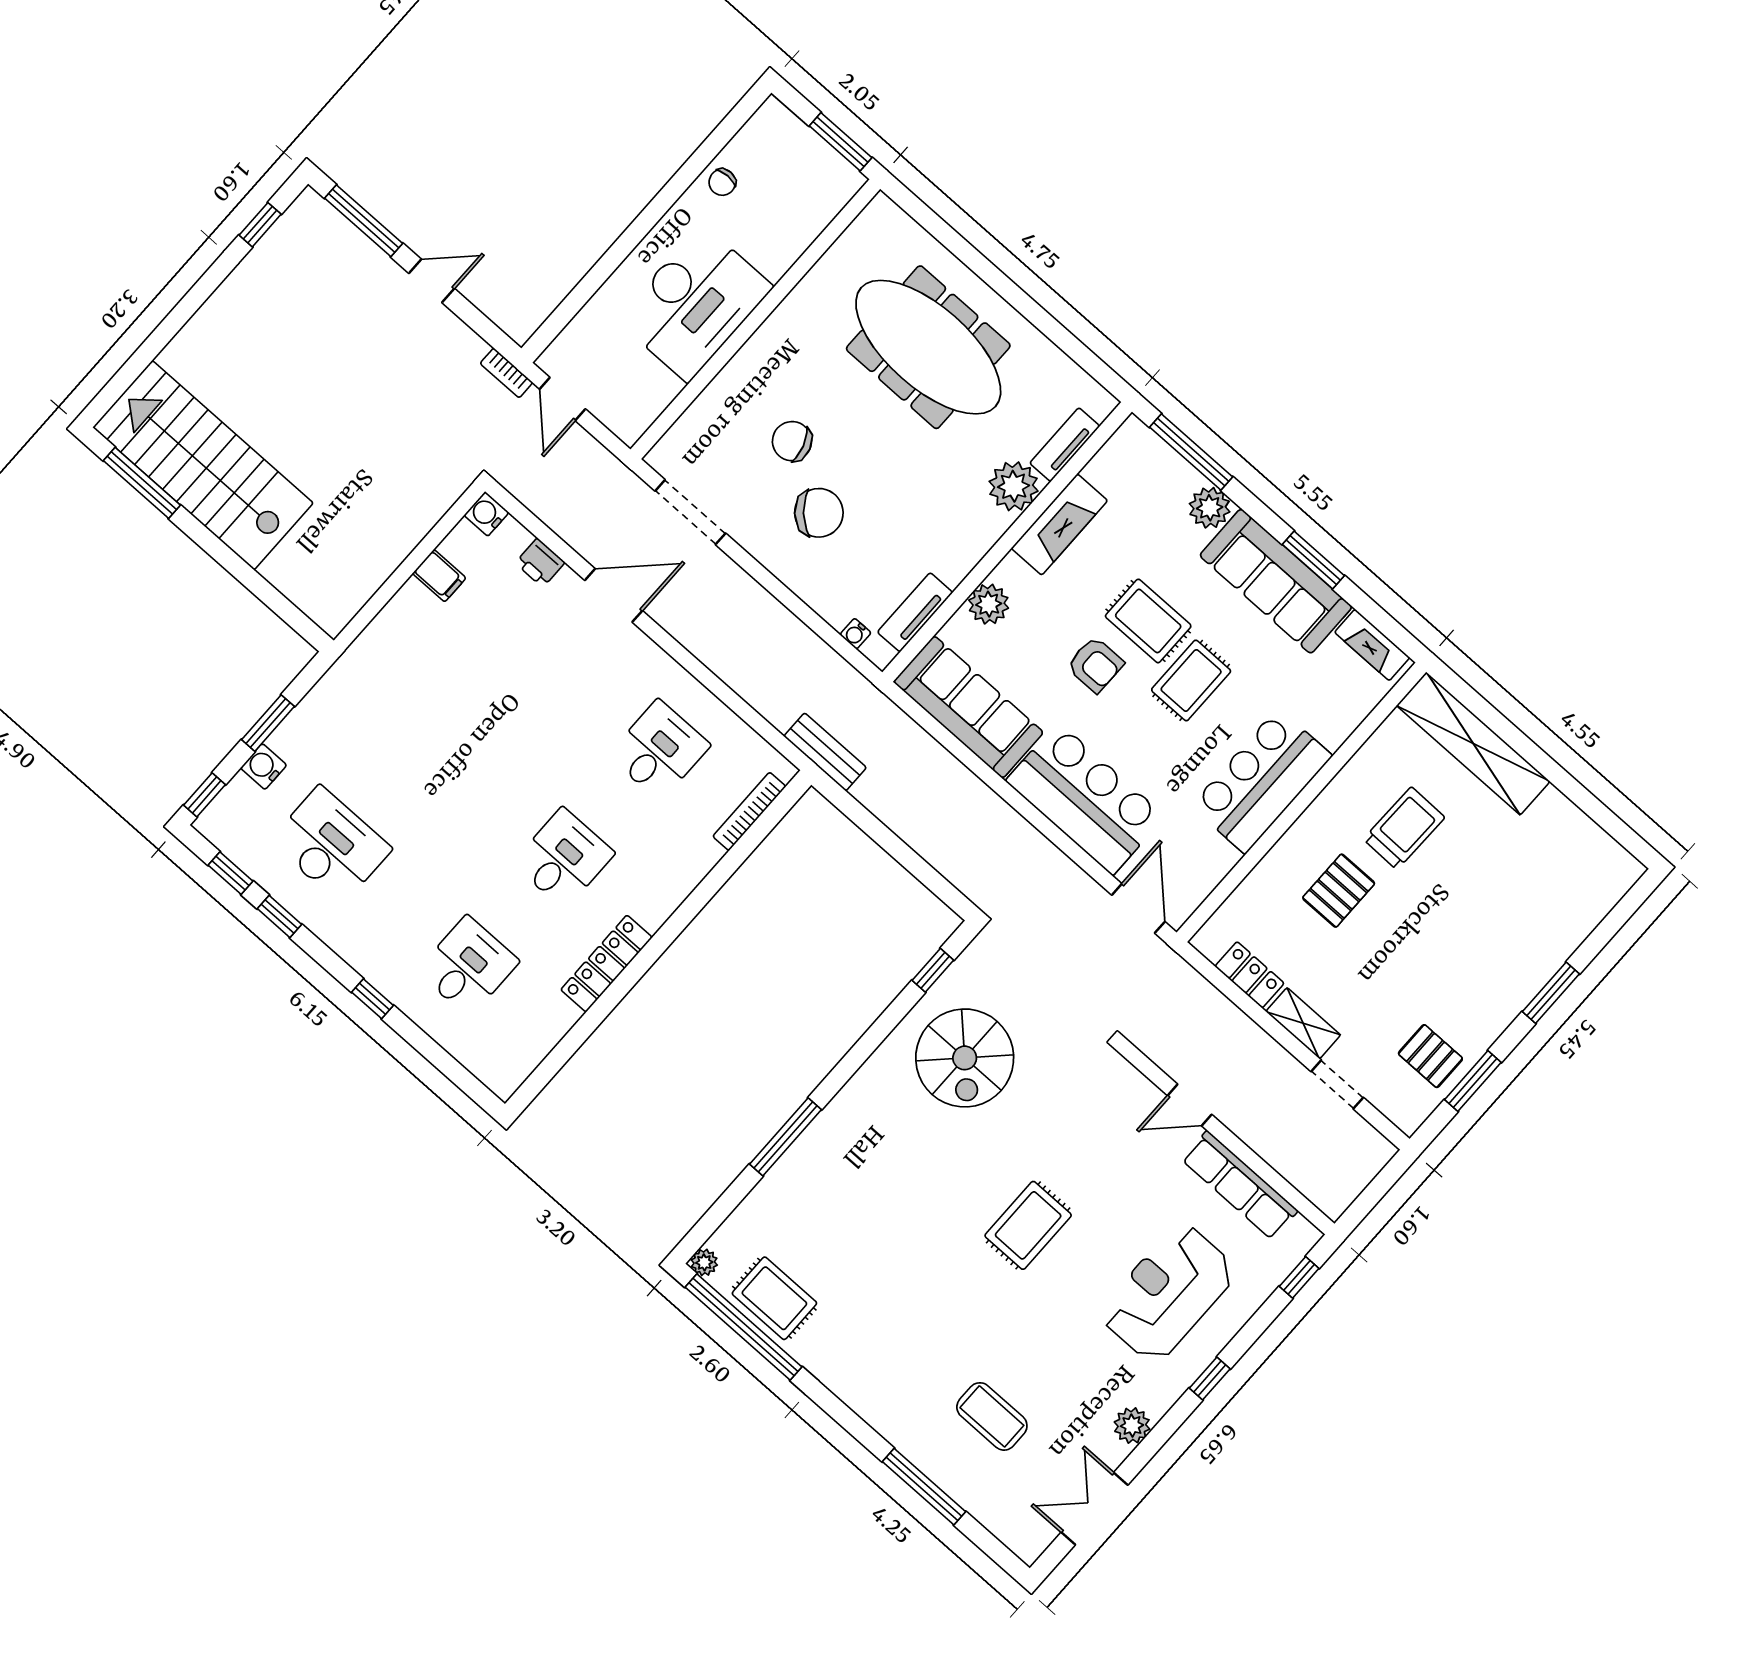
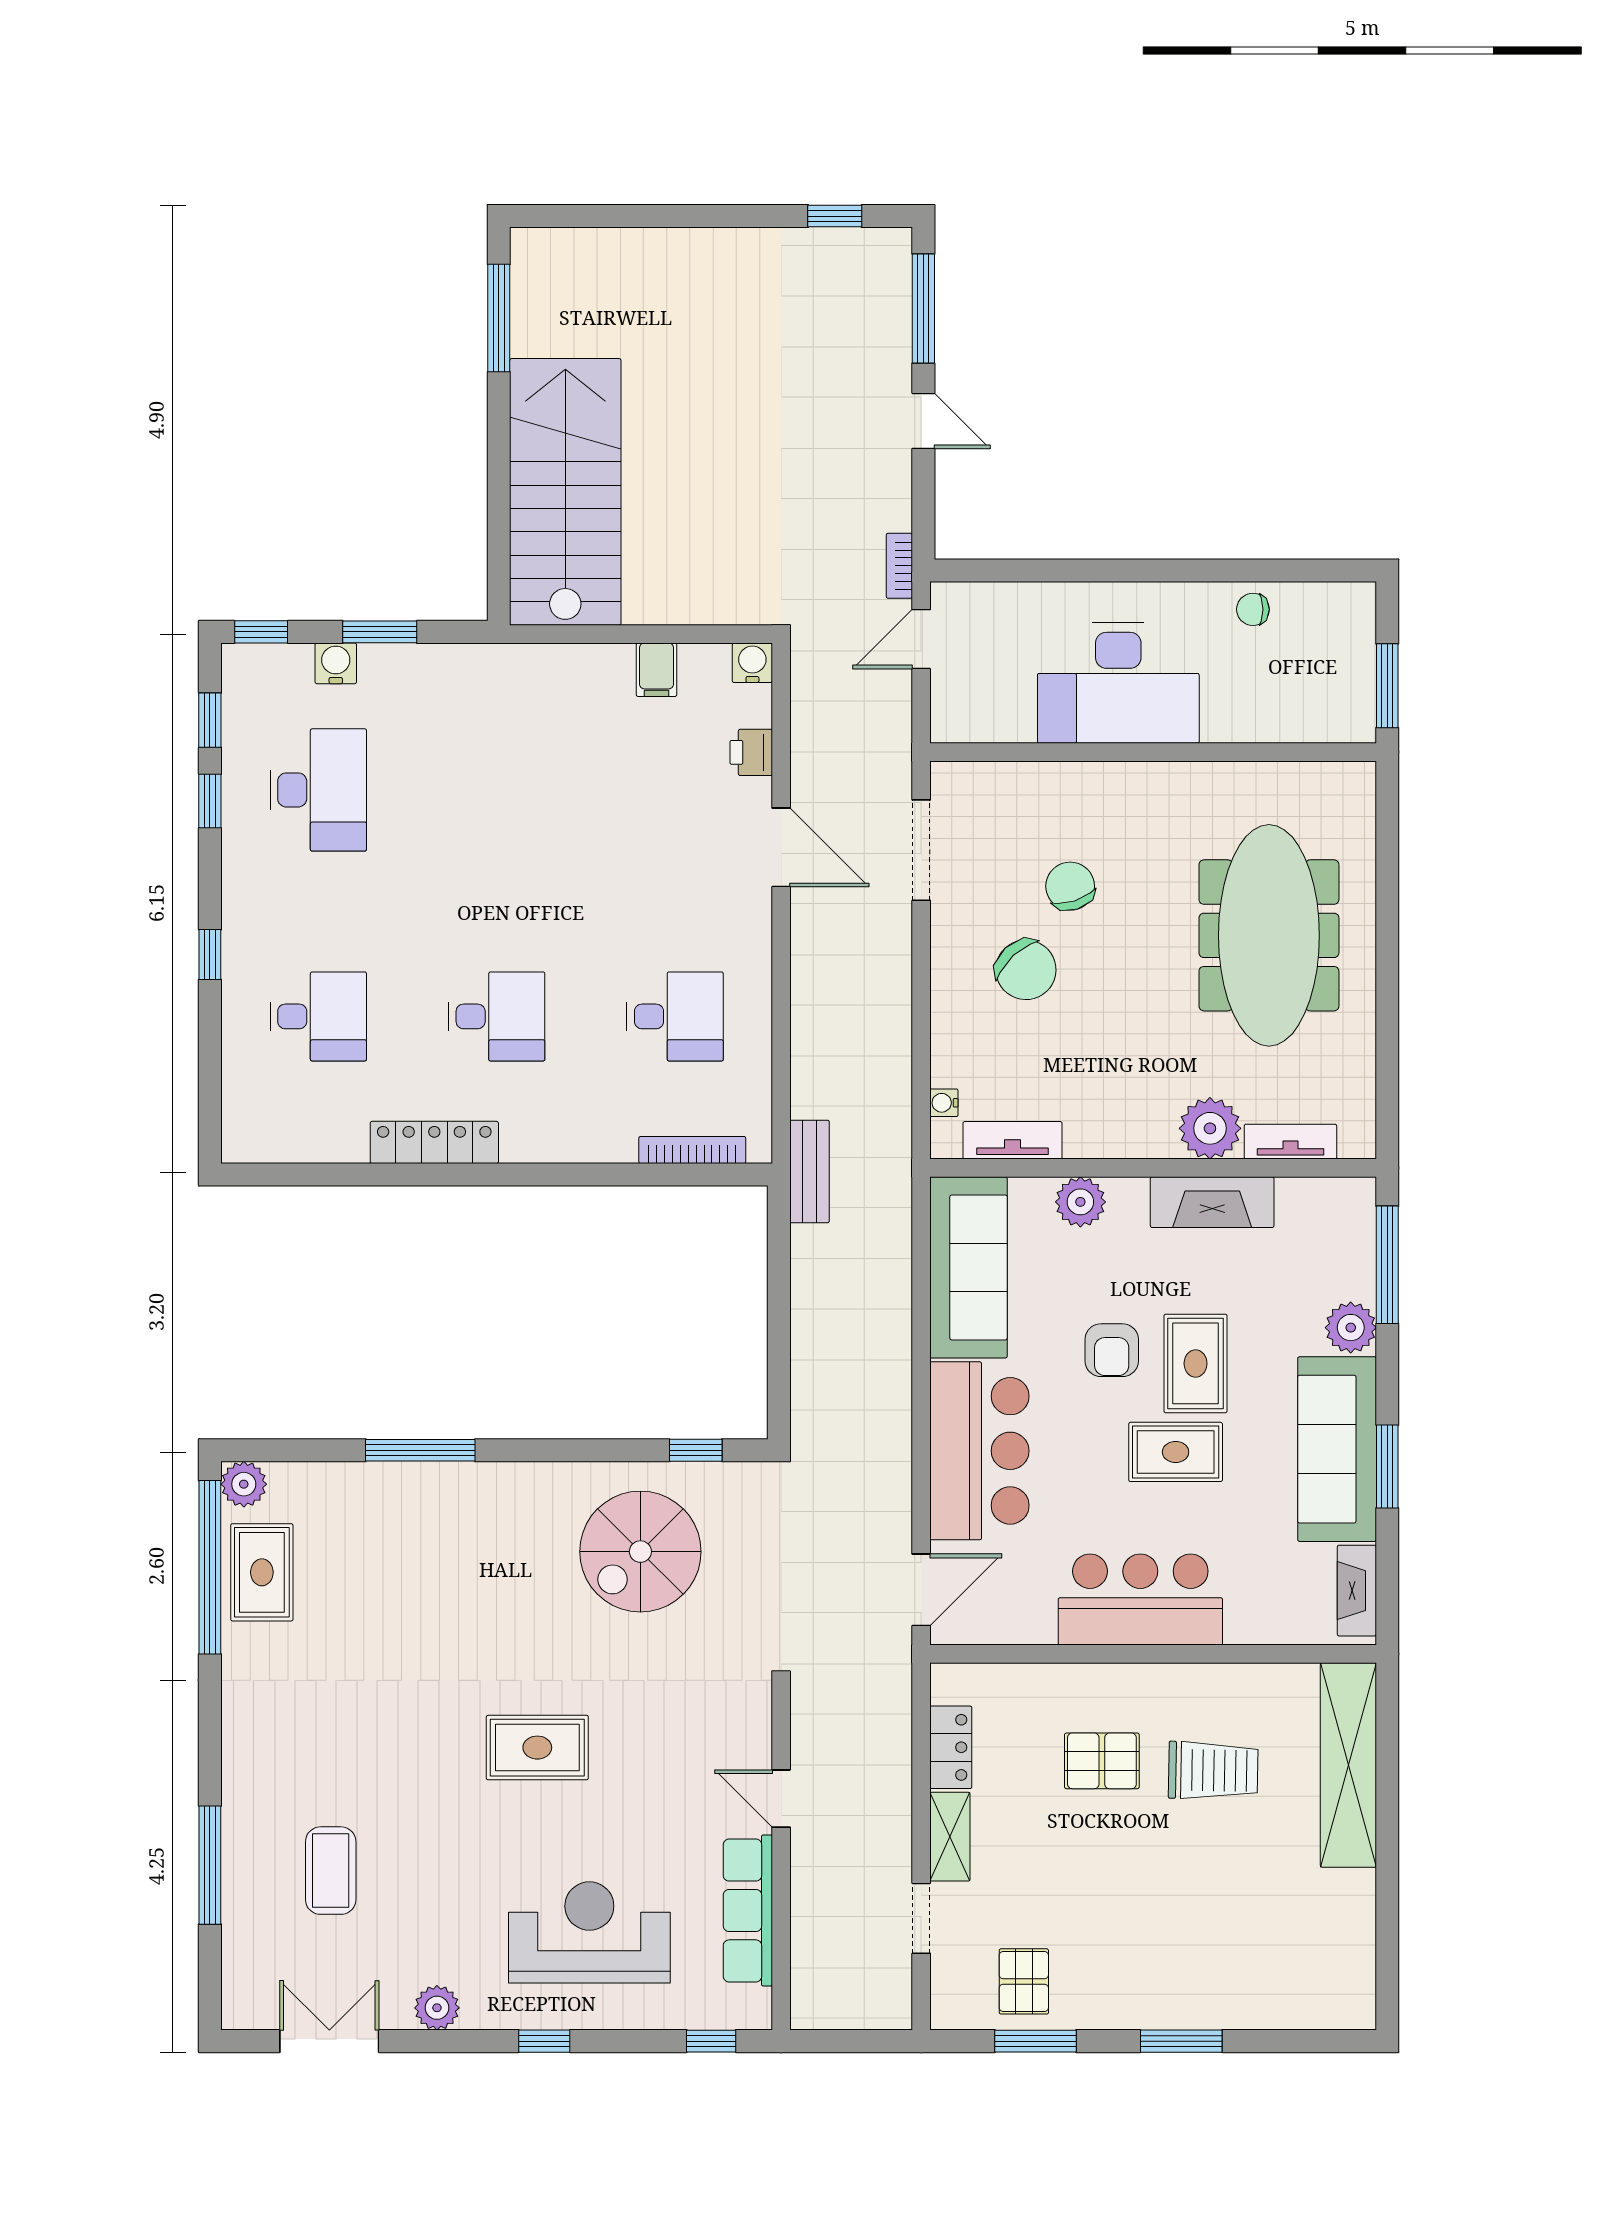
stairs: (203, 465) -> (565, 492), moved
plant: (704, 1262) -> (244, 1484), width x1.38, depth x1.38

